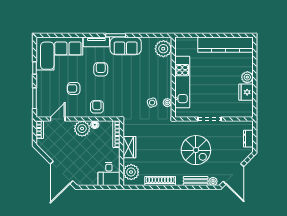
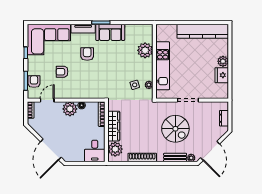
plant: (163, 49) -> (145, 50), moved
armchair: (97, 107) -> (34, 82), moved
wardrobe: (129, 147) -> (114, 126), width x1.50

